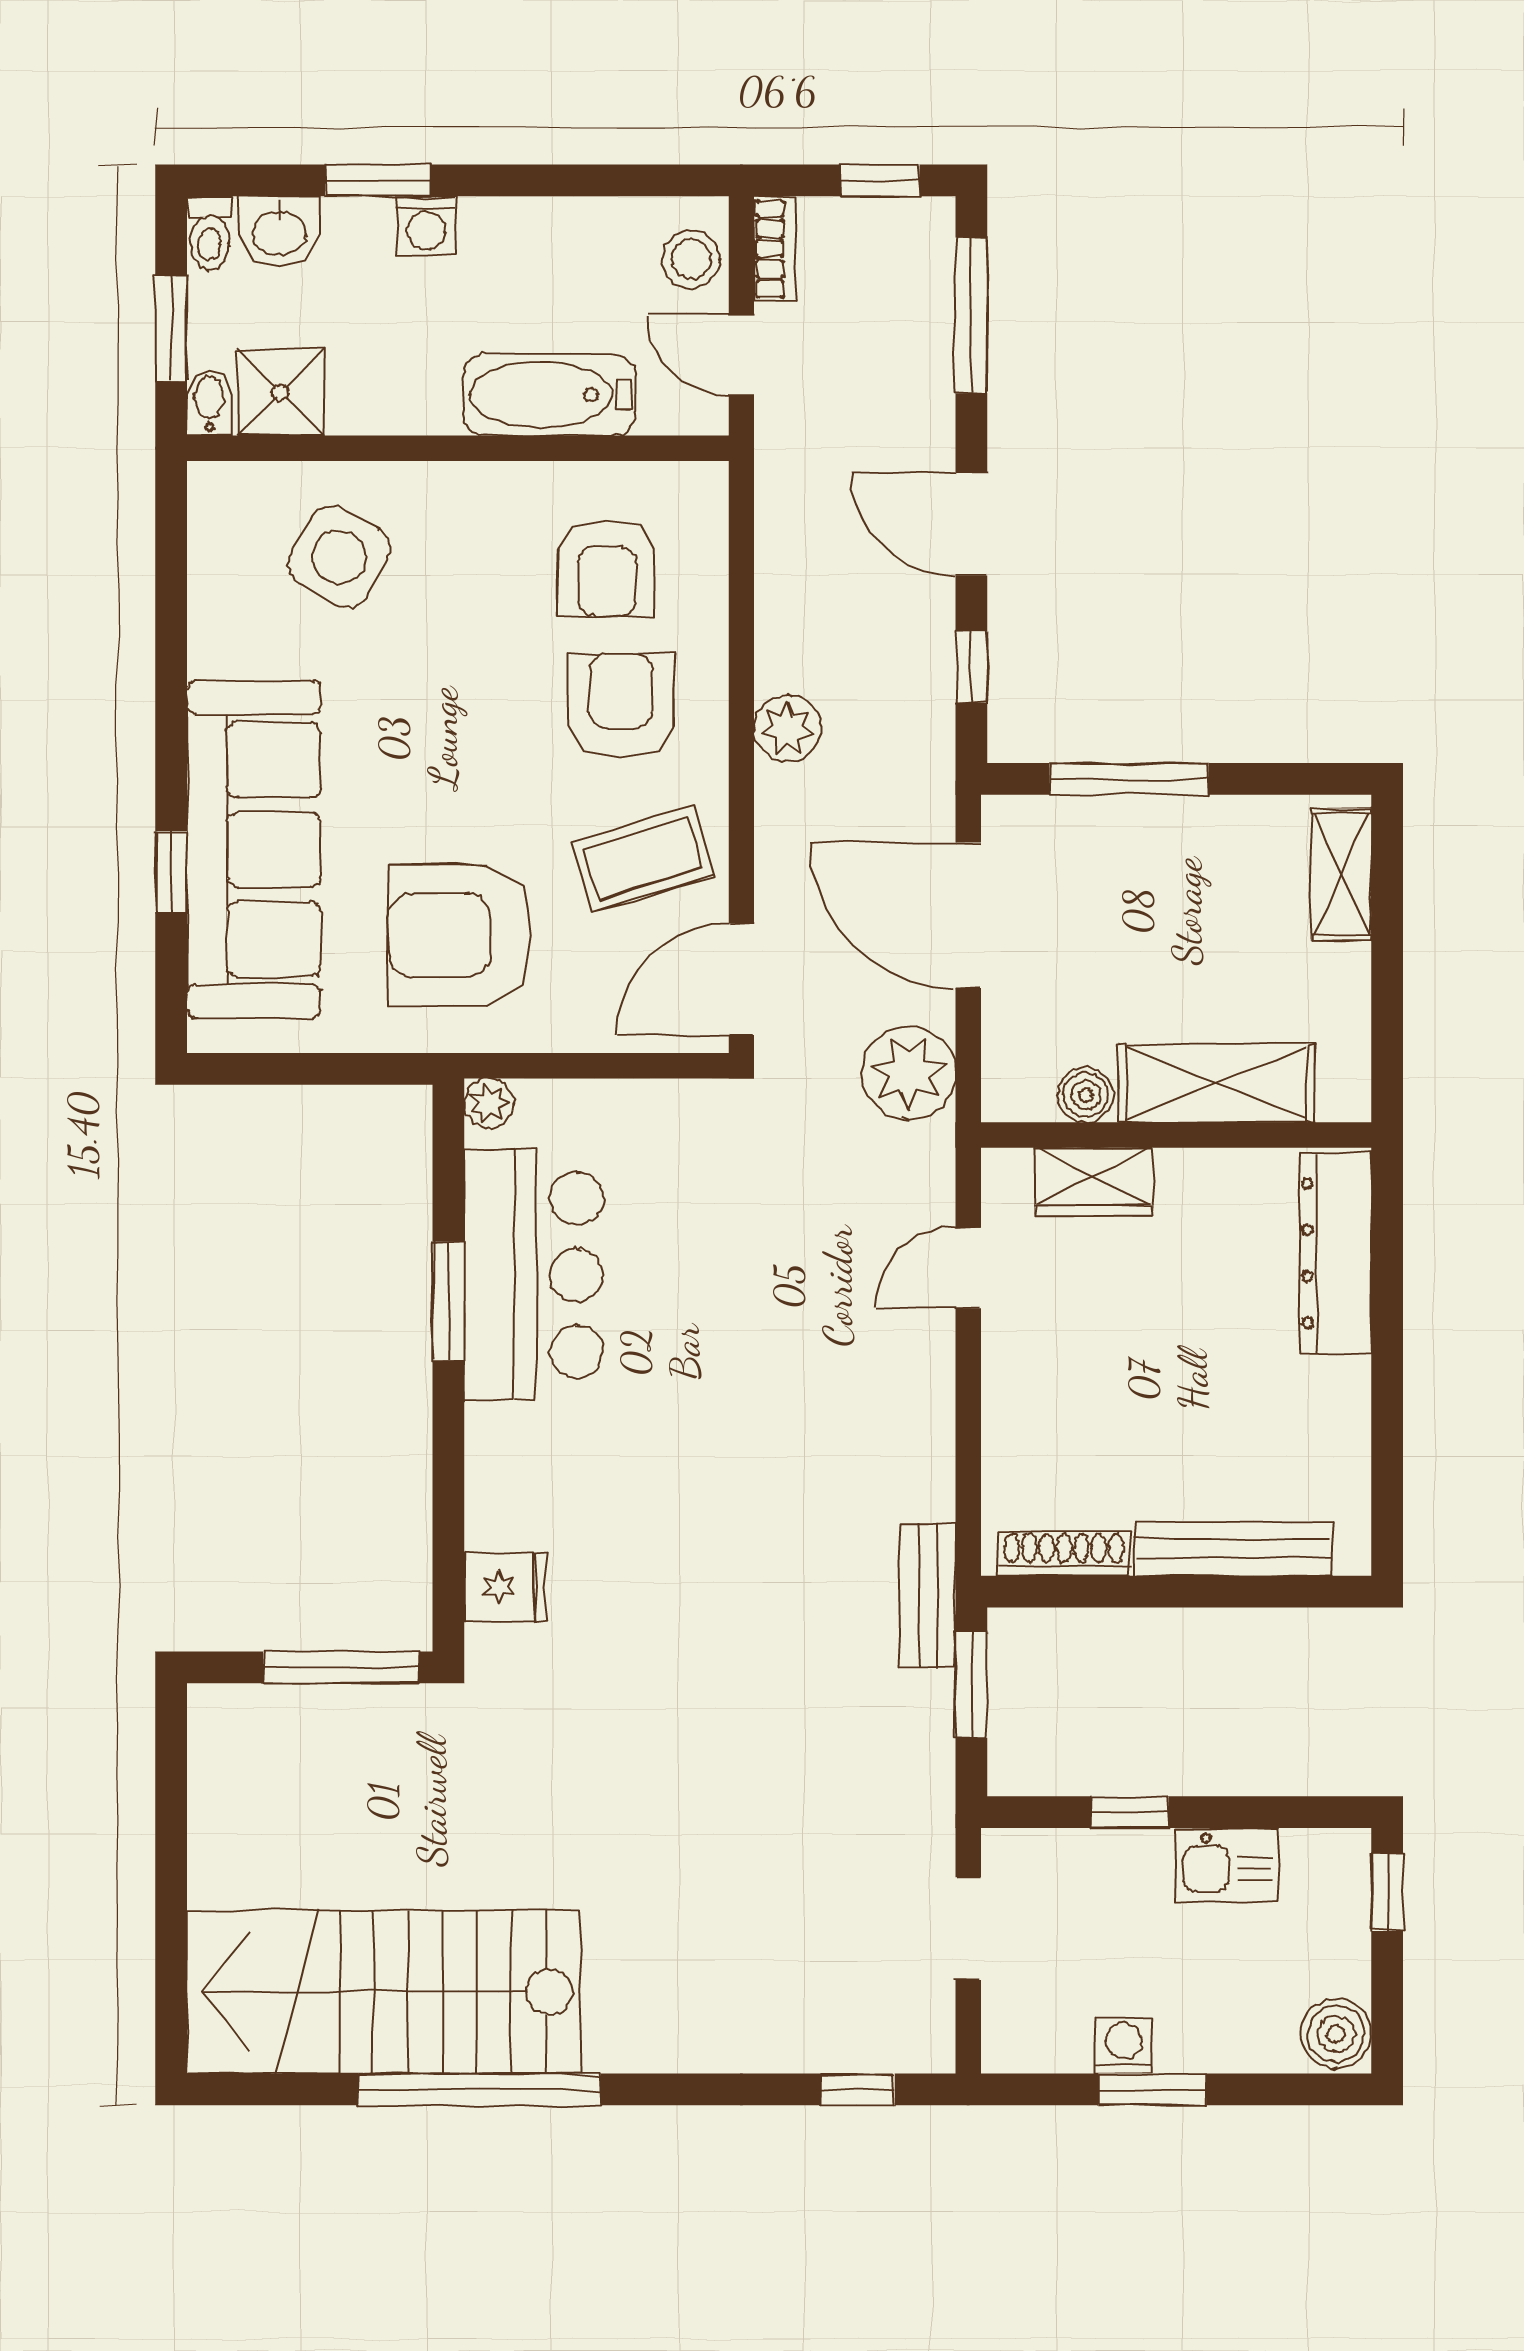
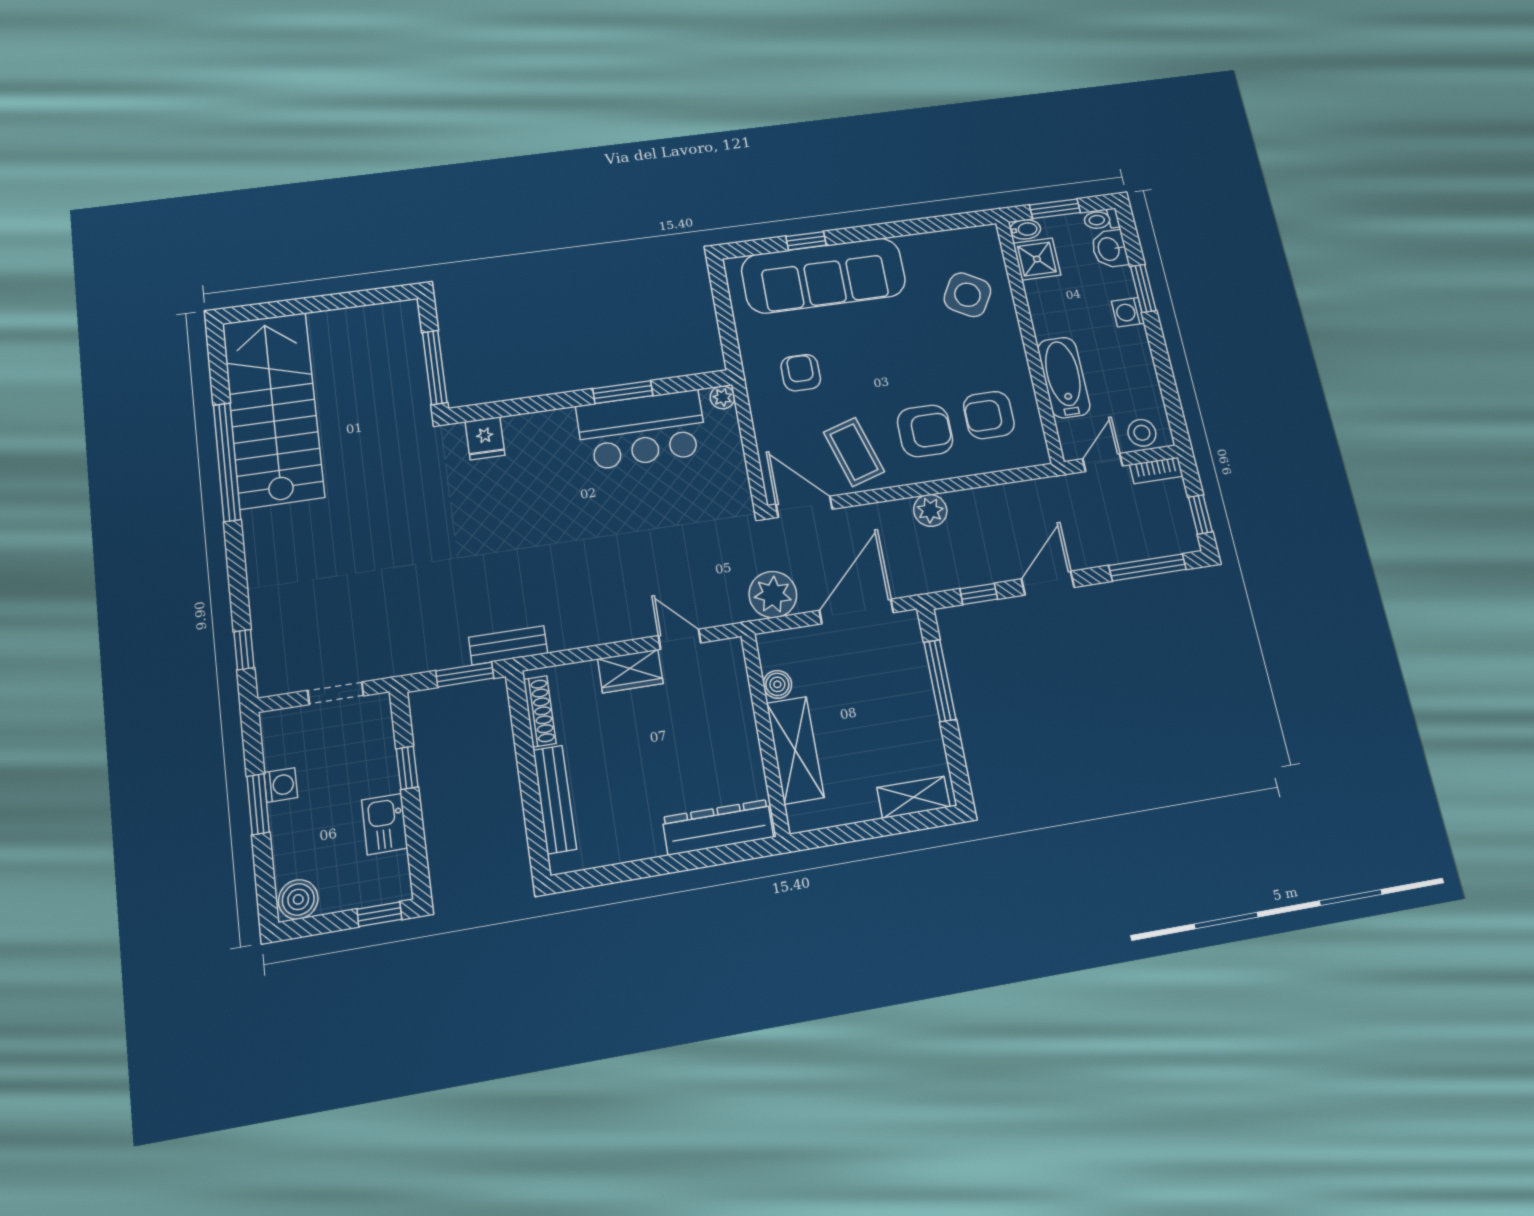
armchair: (460, 935) -> (801, 373), width x0.53, depth x0.53
wardrobe: (1094, 1182) -> (630, 671), moved, turned -90

